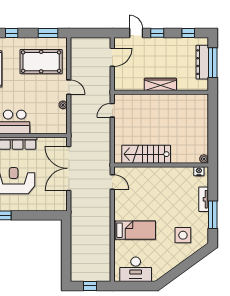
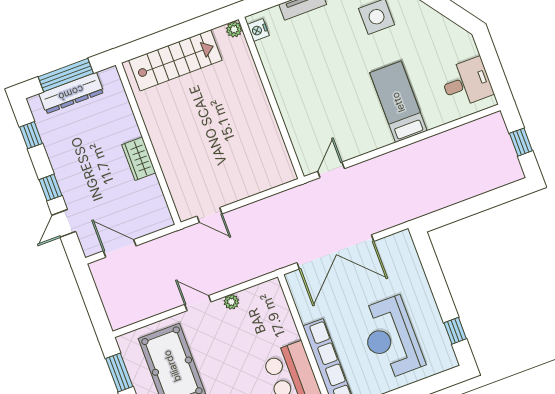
wardrobe: (160, 84) -> (139, 159), width x0.67
door: (69, 87) -> (198, 303), hinge flipped
stairs: (146, 154) -> (175, 60), moved, turned -90
desk: (136, 269) -> (467, 83), width x0.73

